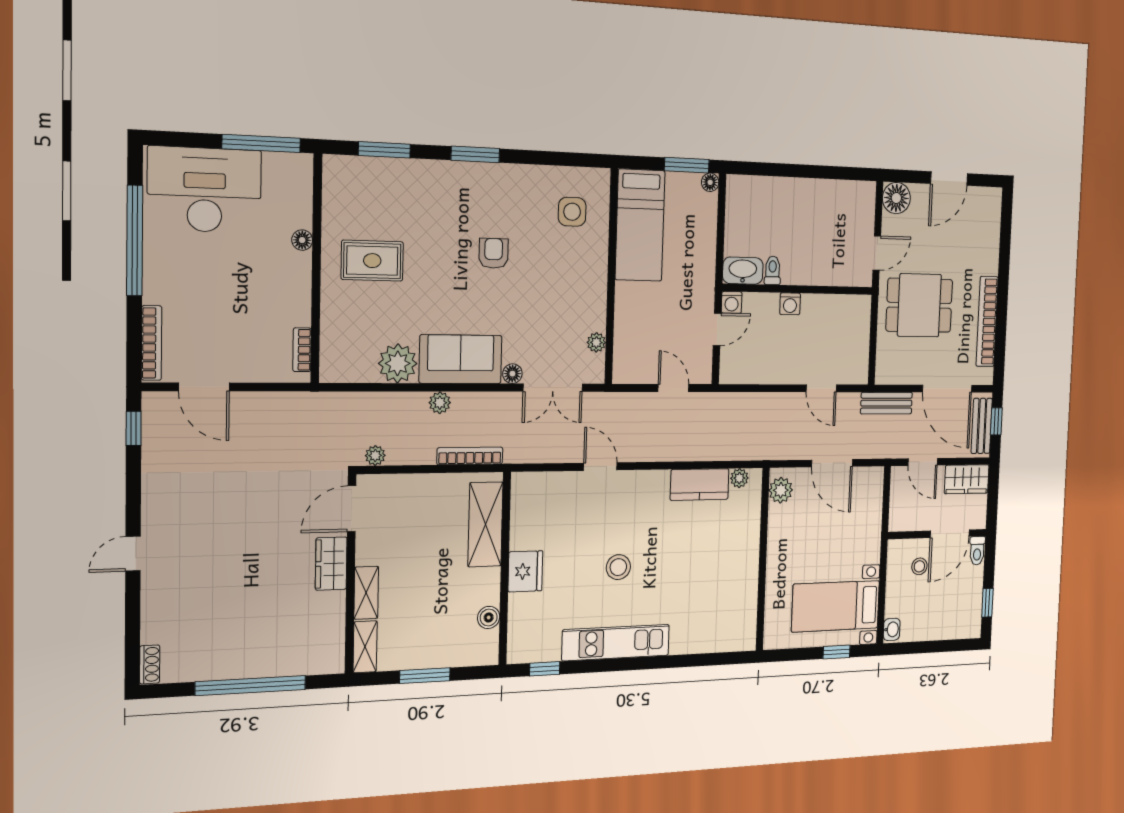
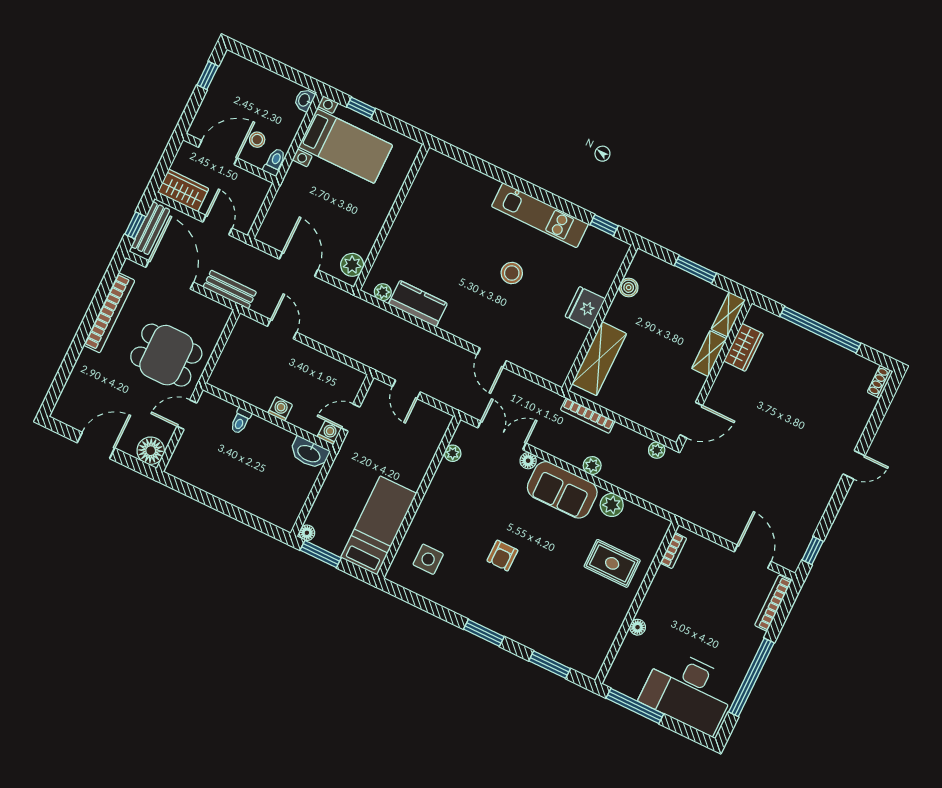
rug: (372, 261) -> (612, 563), moved
toilet: (773, 270) -> (241, 421), moved
plant: (398, 363) -> (612, 505), width x0.73, depth x0.73
toilet: (977, 551) -> (275, 162), moved
wardrobe: (331, 564) -> (744, 347), moved

